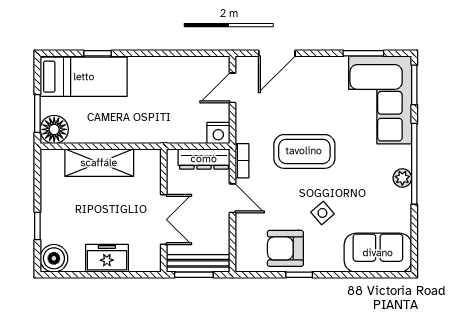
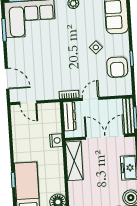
nightstand: (218, 133) -> (56, 140), moved
coffee table: (304, 151) -> (62, 60), removed
shelving: (99, 163) -> (74, 161), moved
double door: (164, 220) -> (105, 137), width x1.37

